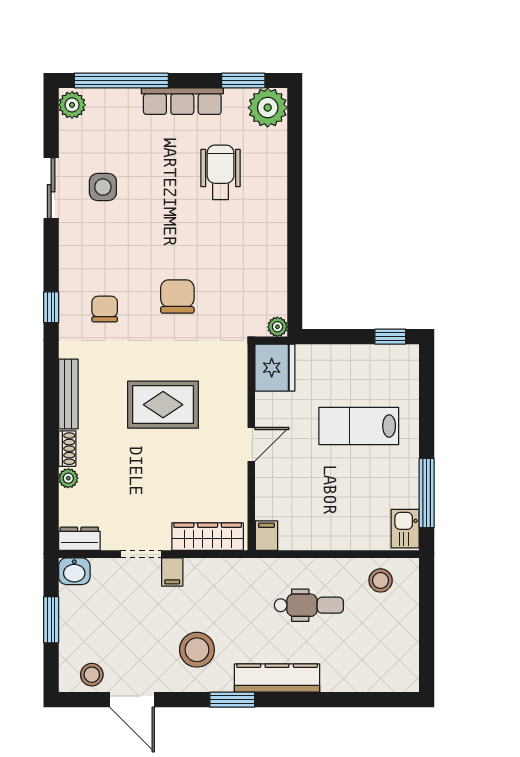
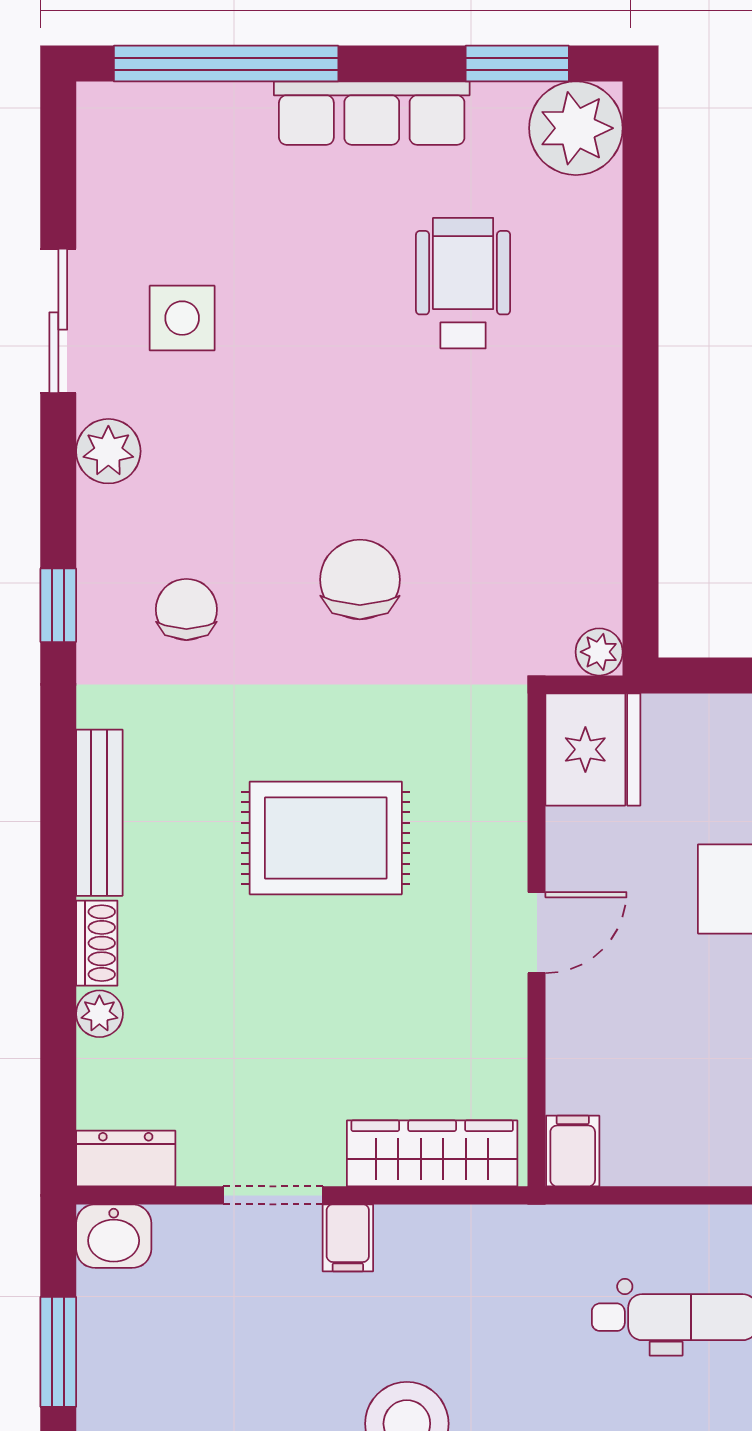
plant: (72, 105) -> (108, 451), moved

